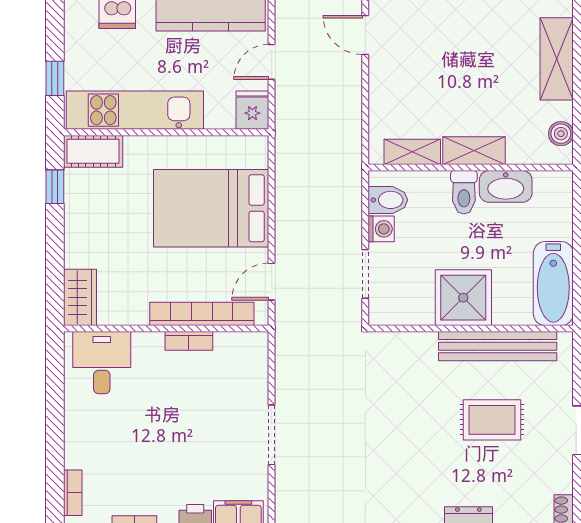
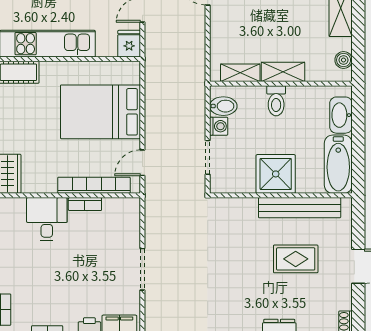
washbasin: (506, 186) -> (341, 115), moved, turned 90
desk: (102, 363) -> (47, 219), moved

